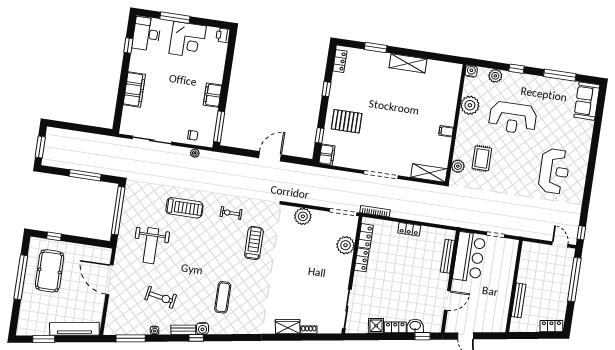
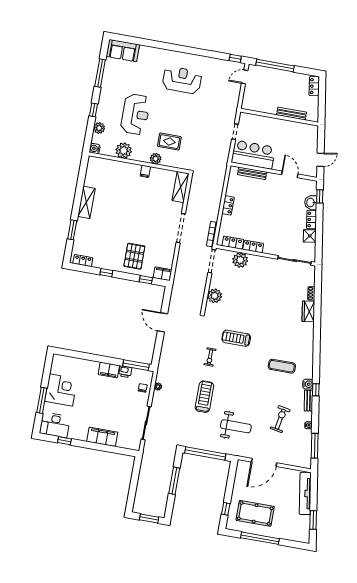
printer: (223, 35) -> (125, 372), moved
plant: (458, 166) -> (156, 159), moved

